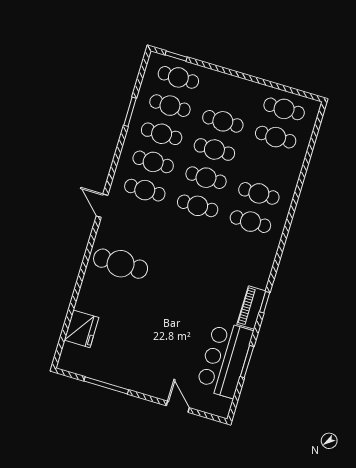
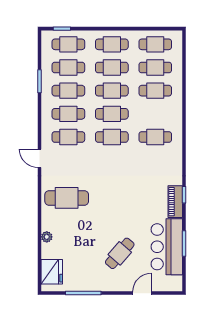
cafe table: (231, 93) -> (112, 44), added
cafe table: (259, 193) -> (155, 91), moved
plant: (82, 304) -> (47, 237), added
fridge: (81, 329) -> (52, 272), moved
cafe table: (165, 350) -> (120, 253), added
door: (178, 407) -> (142, 293), hinge flipped

